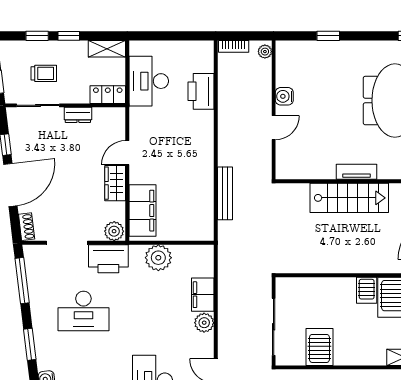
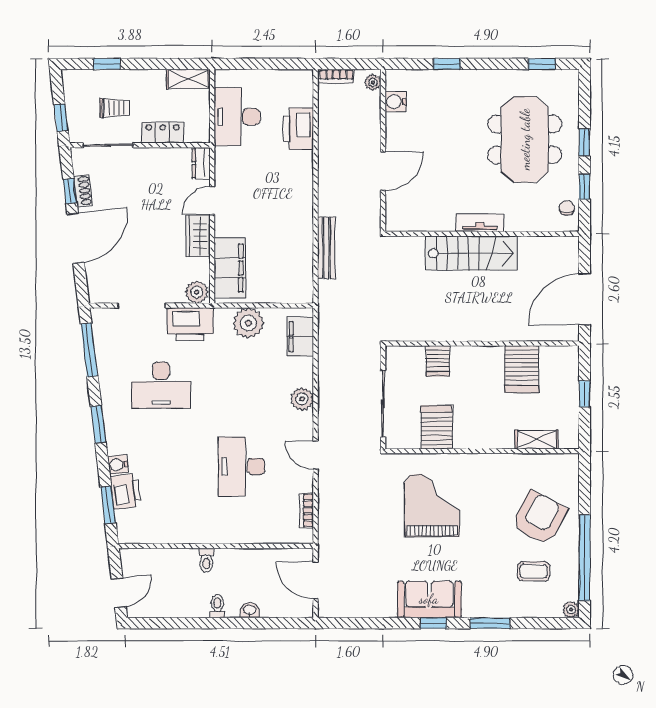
window: (69, 36) -> (144, 64), removed
locker: (108, 95) -> (163, 133), moved
water cooler: (284, 96) -> (396, 102), moved
dresser: (78, 115) -> (201, 163), moved, turned 90
door: (274, 128) -> (383, 171), width x1.38
shoe rack: (27, 227) -> (83, 191), moved
server rack: (367, 290) -> (438, 361), moved
filing cabinet: (203, 295) -> (300, 337), moved

